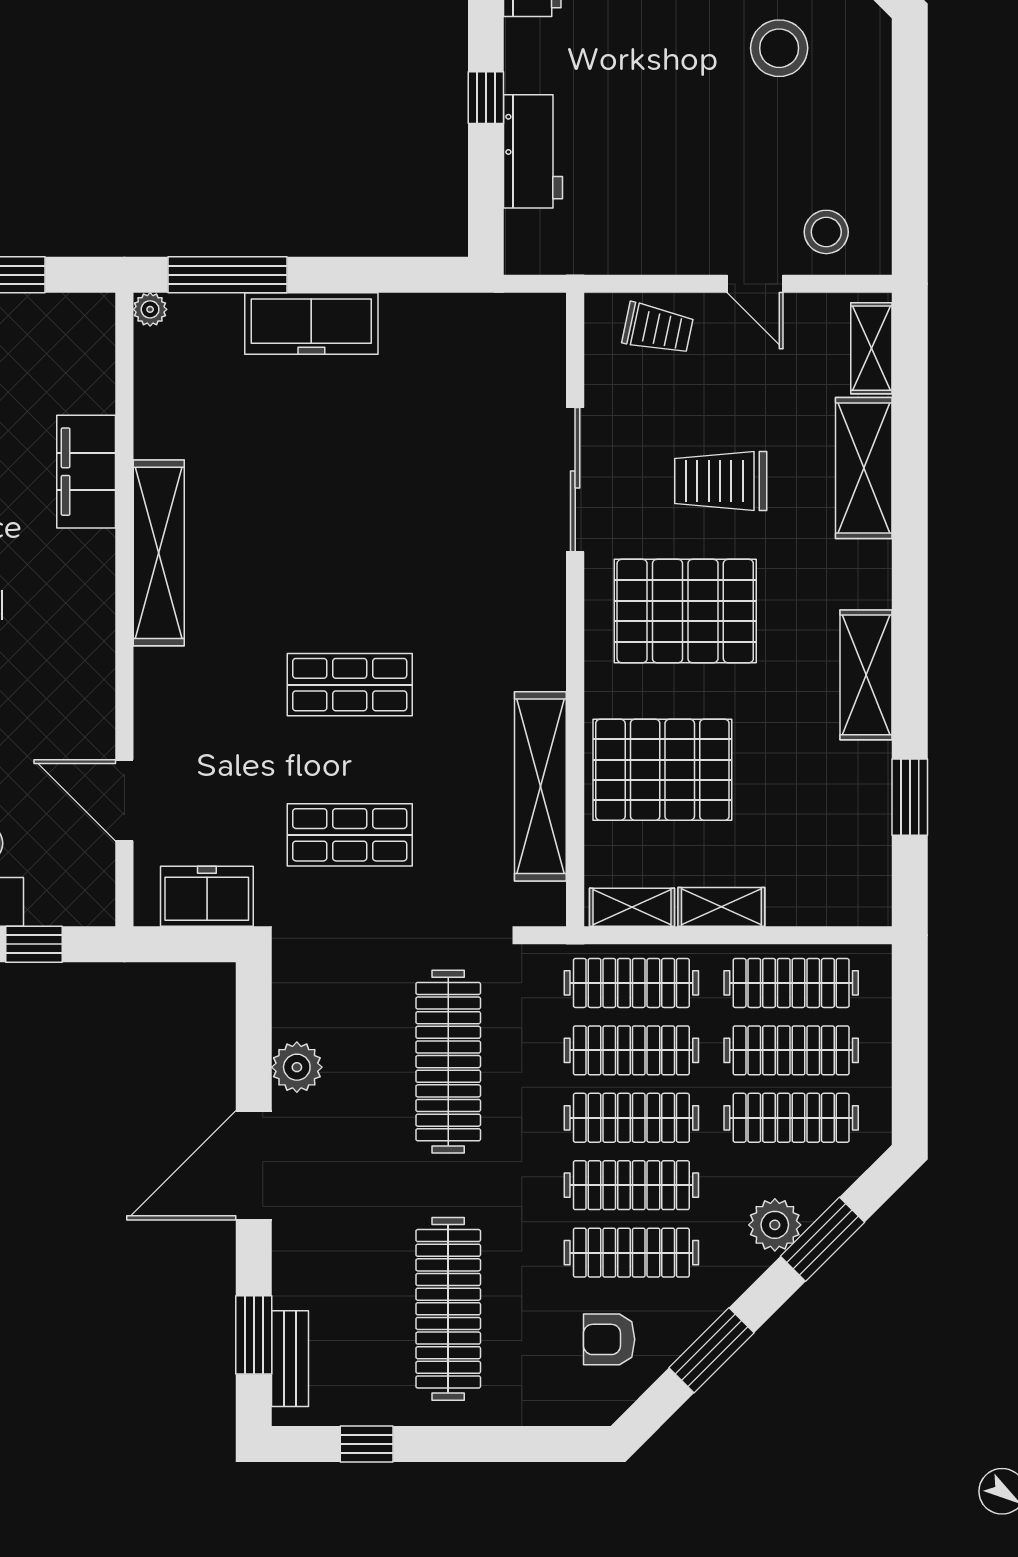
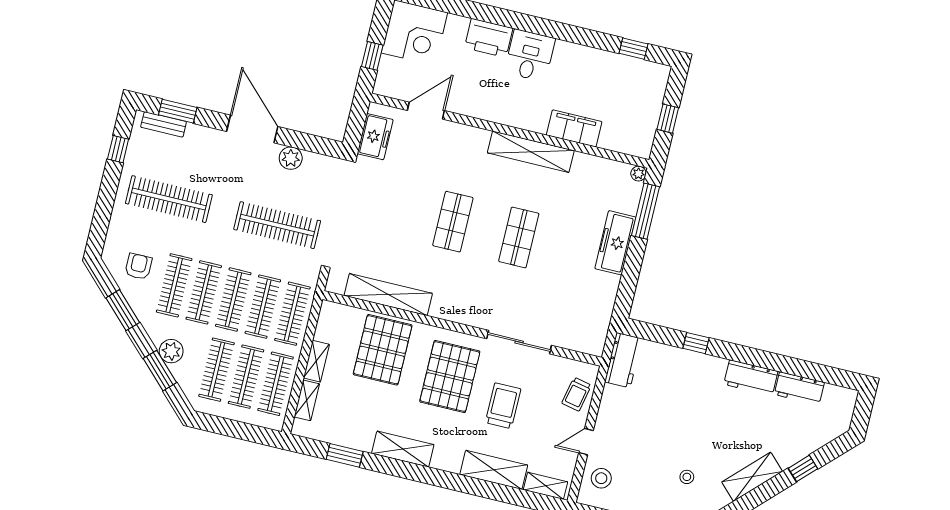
stool: (779, 48) -> (687, 477), width x0.53, depth x0.53
workbench: (533, 151) -> (623, 360), moved, turned -90
shop shelf: (350, 835) -> (519, 237), moved
shelving: (632, 907) -> (307, 400), moved

